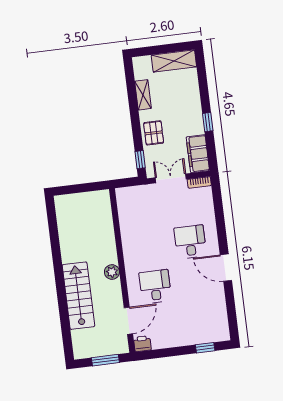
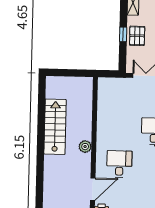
window: (140, 160) -> (123, 34), moved
stairs: (78, 296) -> (55, 127), moved

